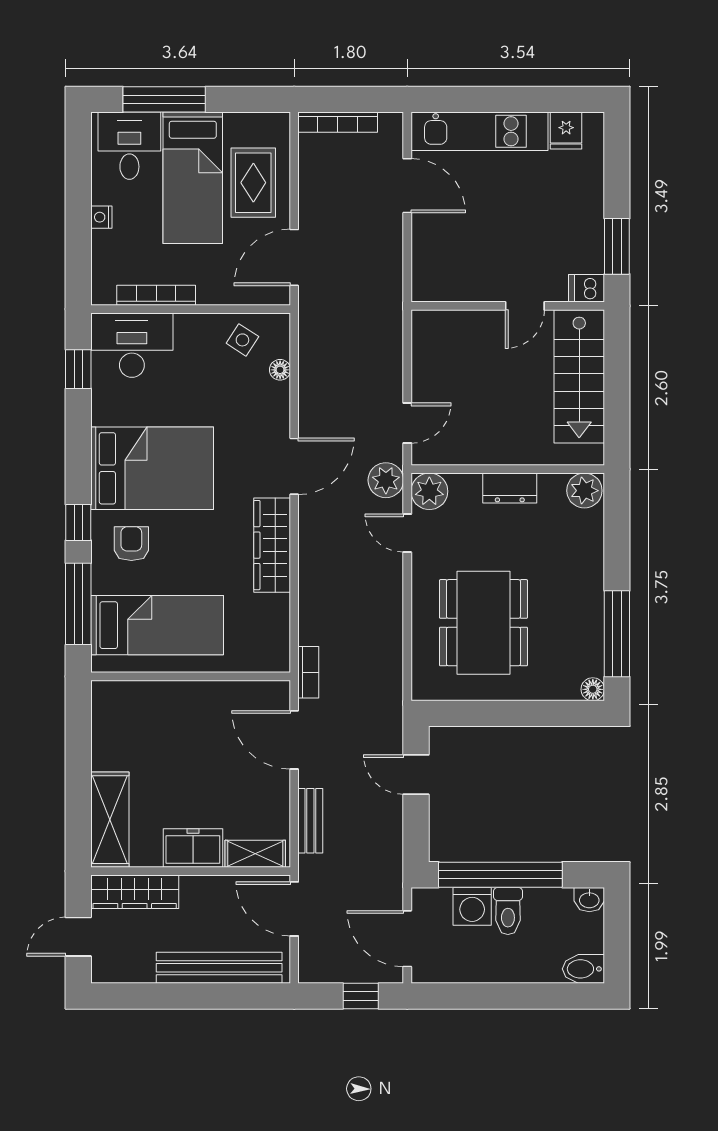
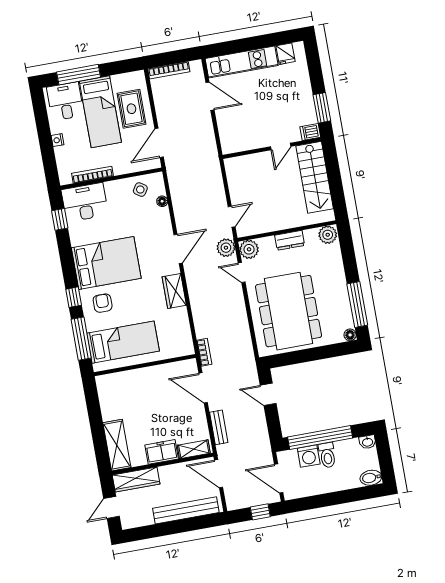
wardrobe: (272, 545) -> (174, 291), width x0.67
dining table: (483, 623) -> (289, 311), width x1.36, depth x1.24

